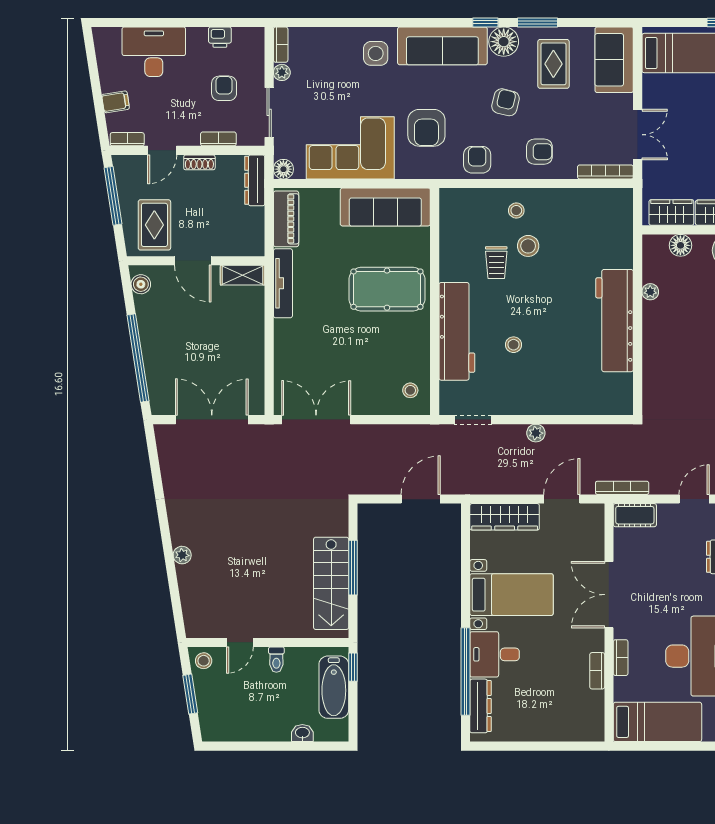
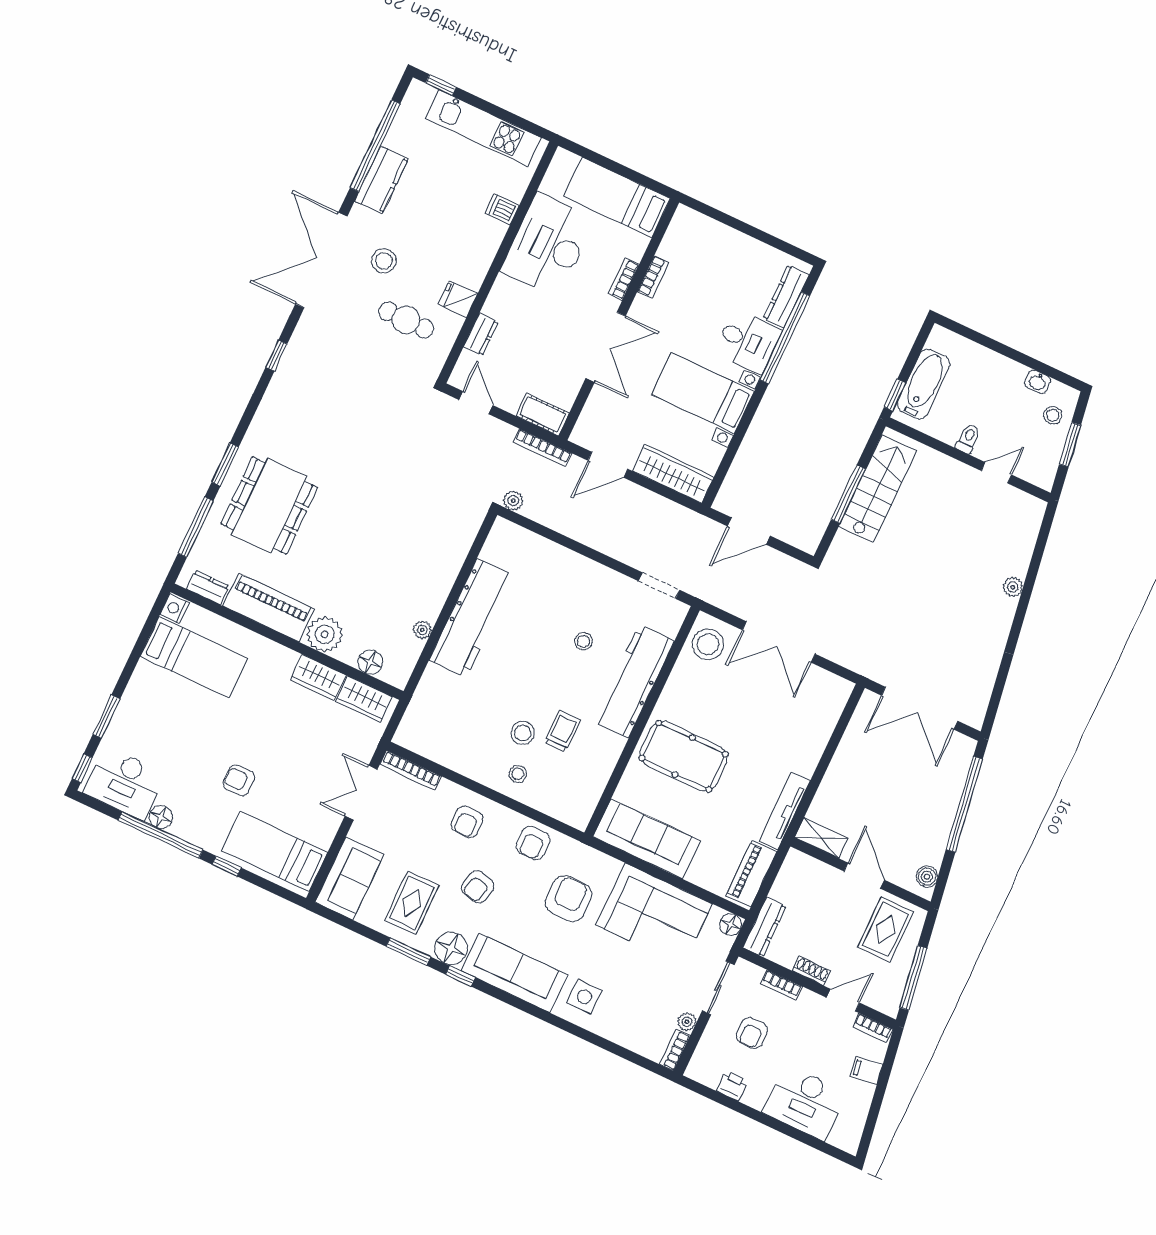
armchair: (539, 152) -> (467, 822), turned -90
stool: (410, 390) -> (708, 644), width x1.89, depth x1.89
double door: (316, 420) -> (779, 642), moved
plant: (536, 433) -> (513, 501), moved
door: (694, 499) -> (476, 403), swing flipped
stool: (204, 661) -> (1053, 415), moved
washbasin: (302, 733) -> (1038, 382), moved

